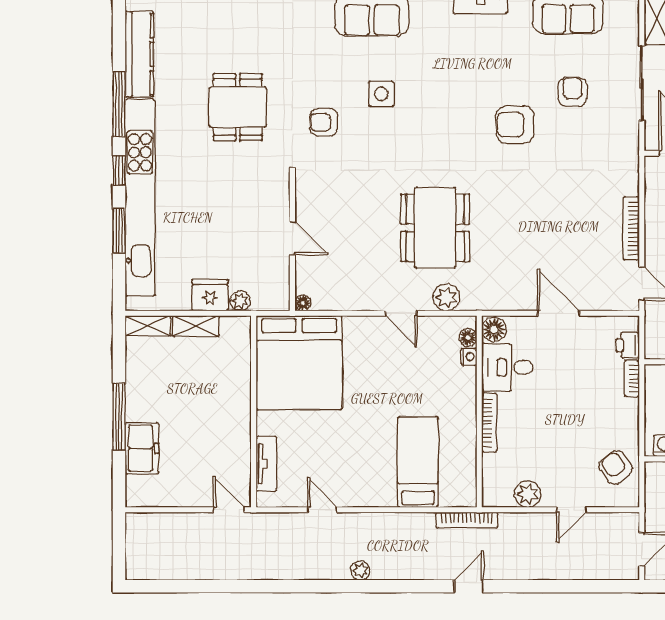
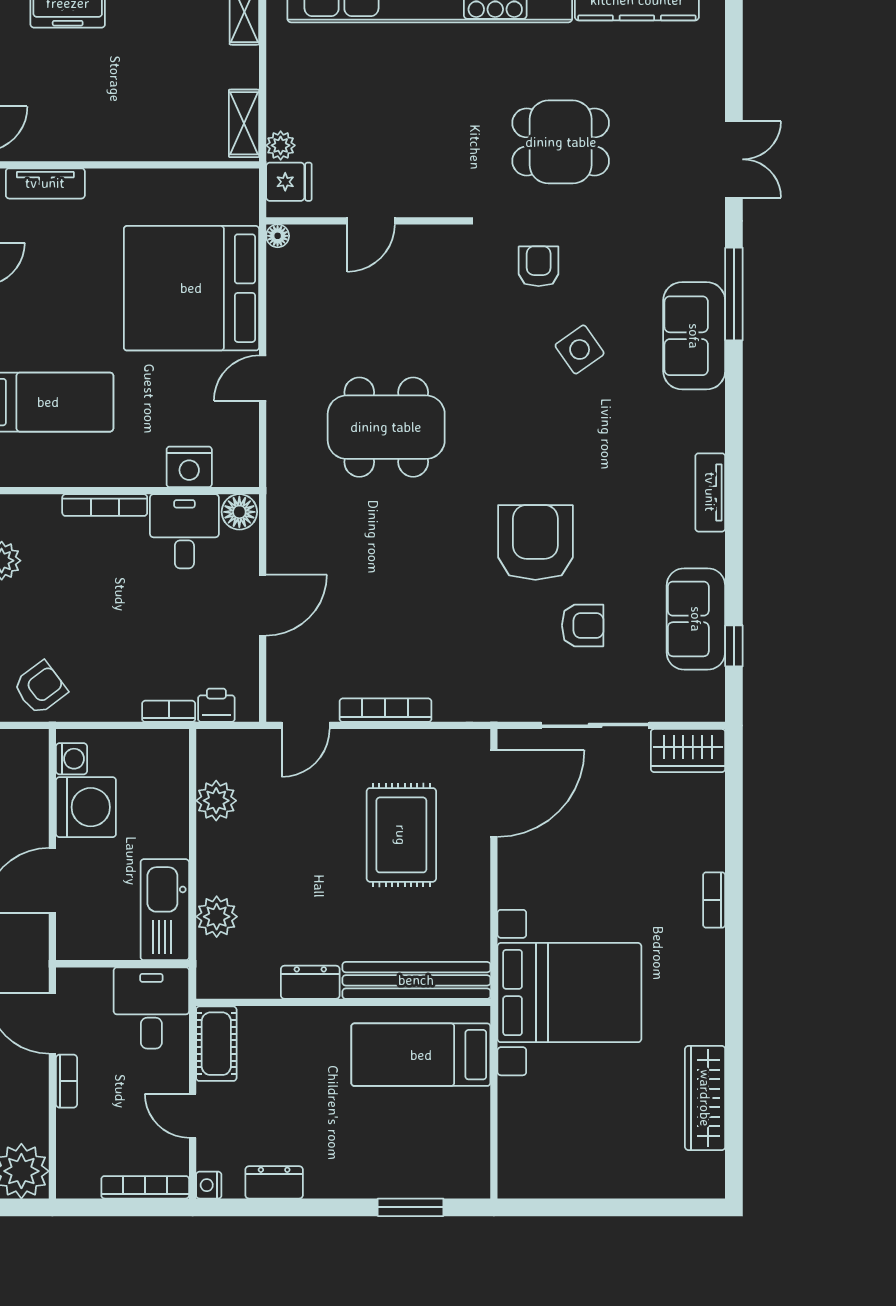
side table: (381, 94) -> (580, 349), turned -35
armchair: (515, 124) -> (535, 542), width x1.36, depth x1.36
fridge: (210, 295) -> (289, 182), moved, width x0.72
plant: (446, 297) -> (286, 443), removed
shelving: (196, 326) -> (244, 123), moved
floor lamp: (468, 338) -> (228, 474), removed
nightstand: (469, 357) -> (189, 467), width x1.89, depth x1.79
bed: (299, 363) -> (191, 288), moved

